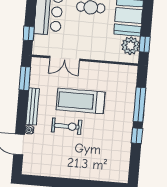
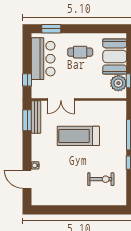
bench: (33, 106) -> (36, 117), moved
exercise bike: (67, 126) -> (101, 179), moved

